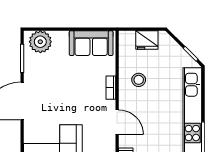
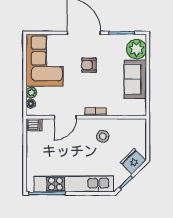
fridge: (147, 40) -> (133, 161), moved, turned 45
sofa: (91, 43) -> (135, 79), moved
armchair: (58, 95) -> (89, 65), added

